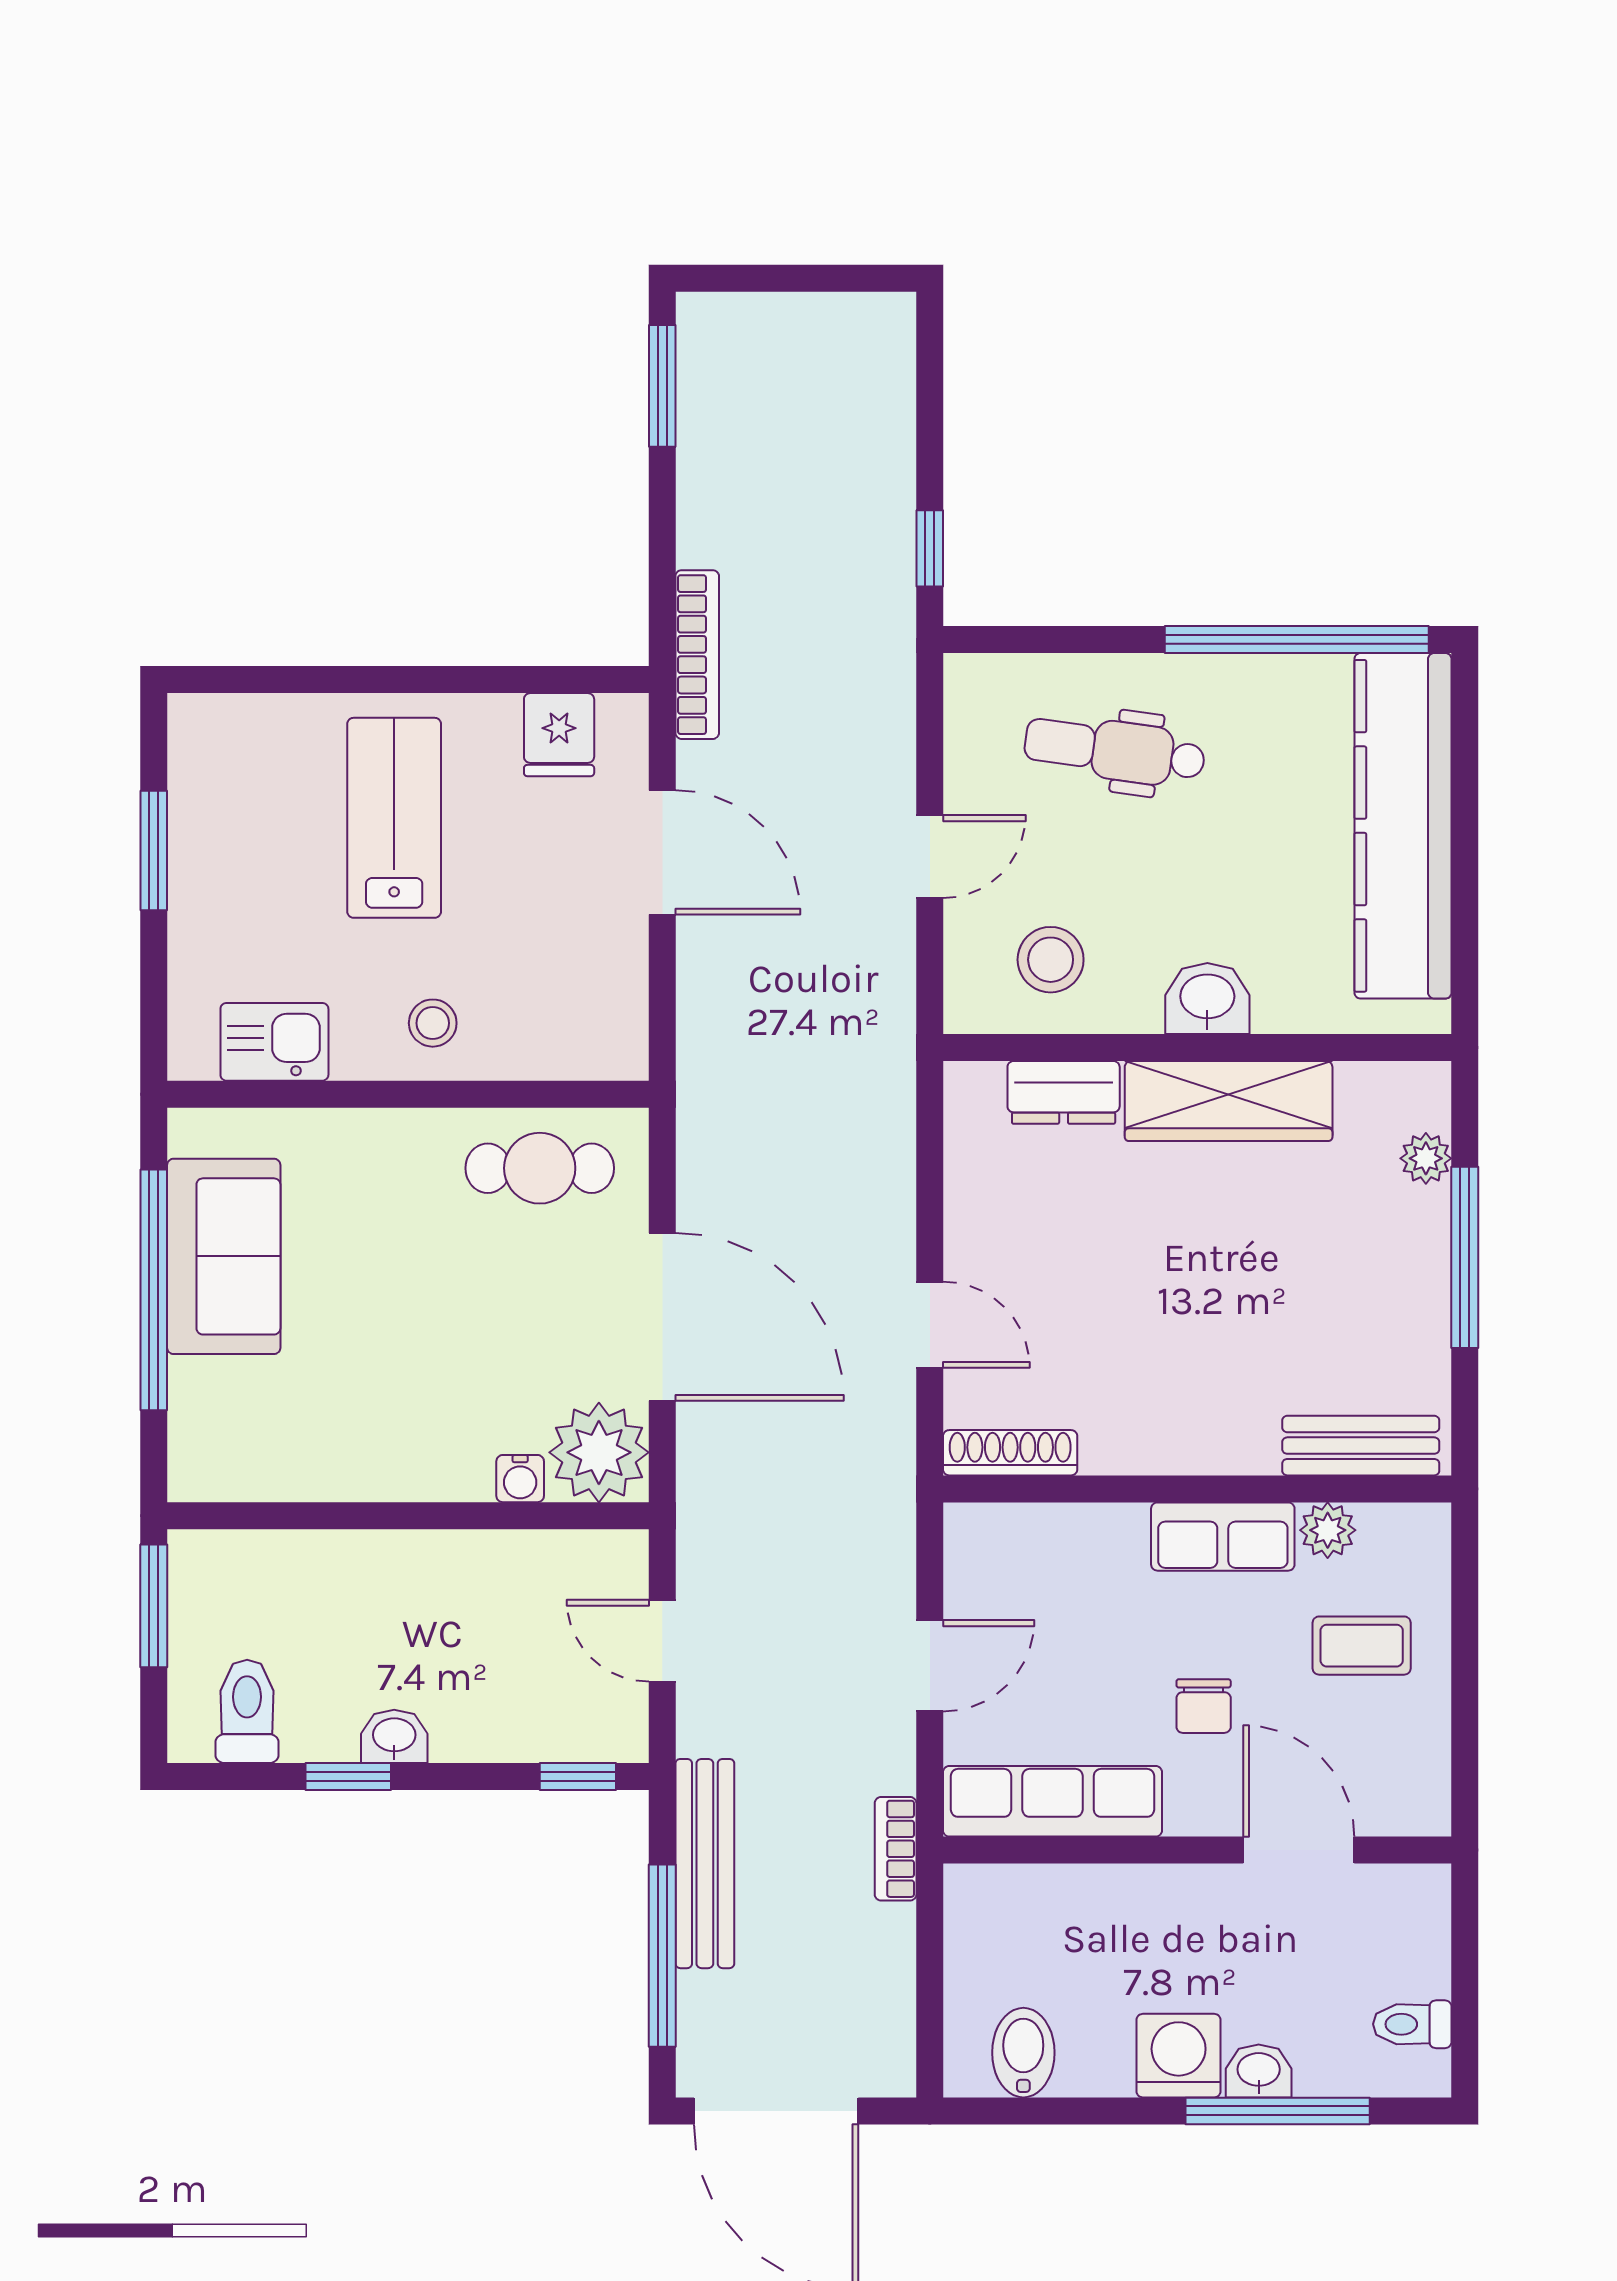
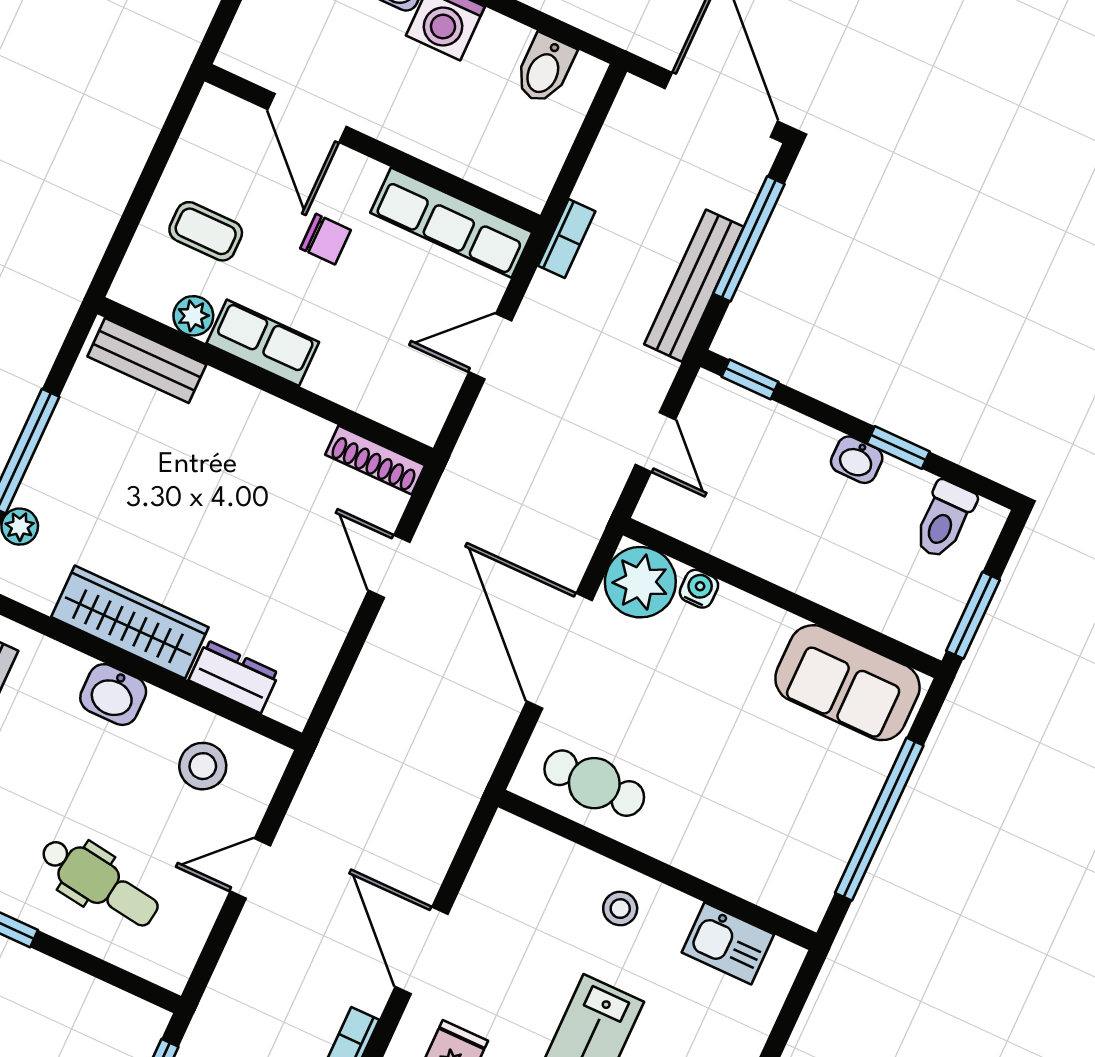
sofa: (224, 1256) -> (847, 683), moved, turned -90
chair: (1204, 1706) -> (326, 239), turned 90

